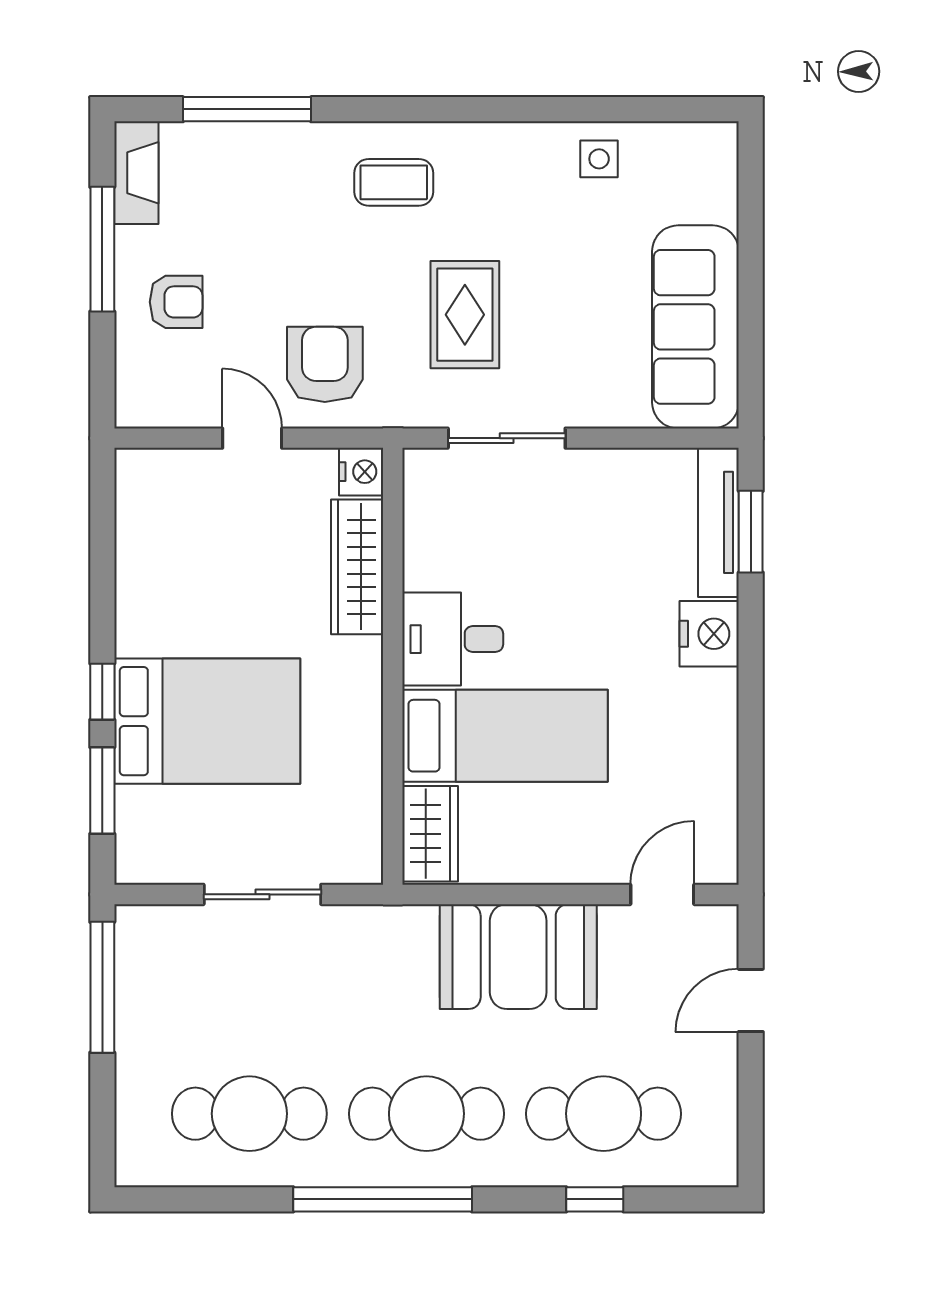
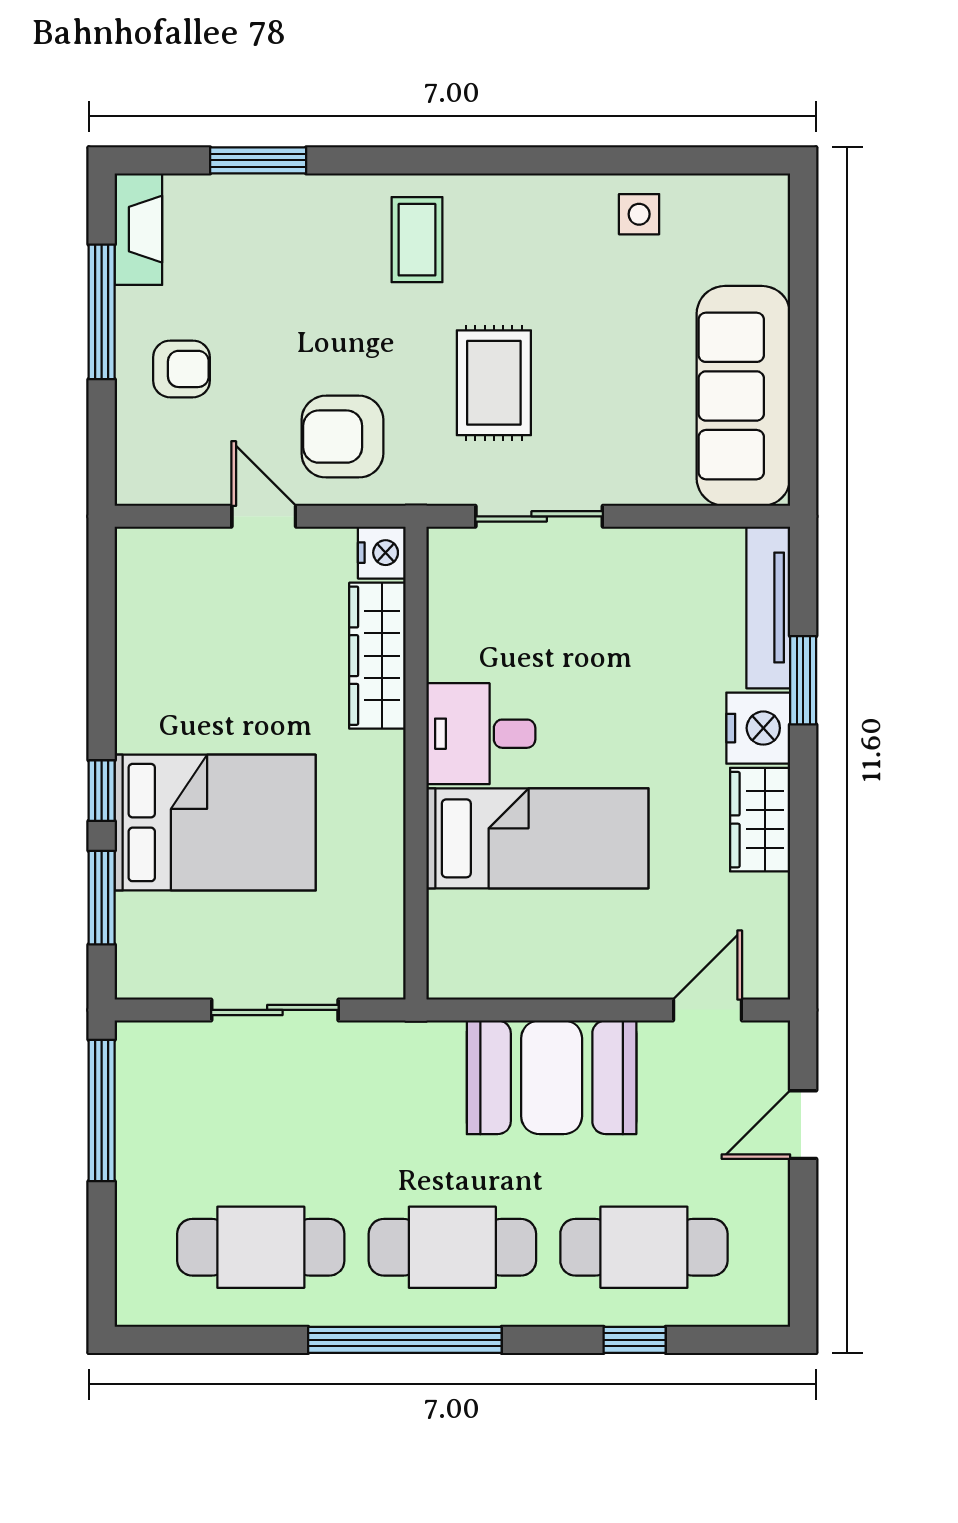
window: (247, 109) -> (258, 160), width x0.69
coffee table: (394, 182) -> (417, 240), turned 90
armchair: (325, 364) -> (342, 437), turned -90
window: (751, 532) -> (803, 680), moved
wardrobe: (430, 834) -> (760, 820), moved, turned 180

